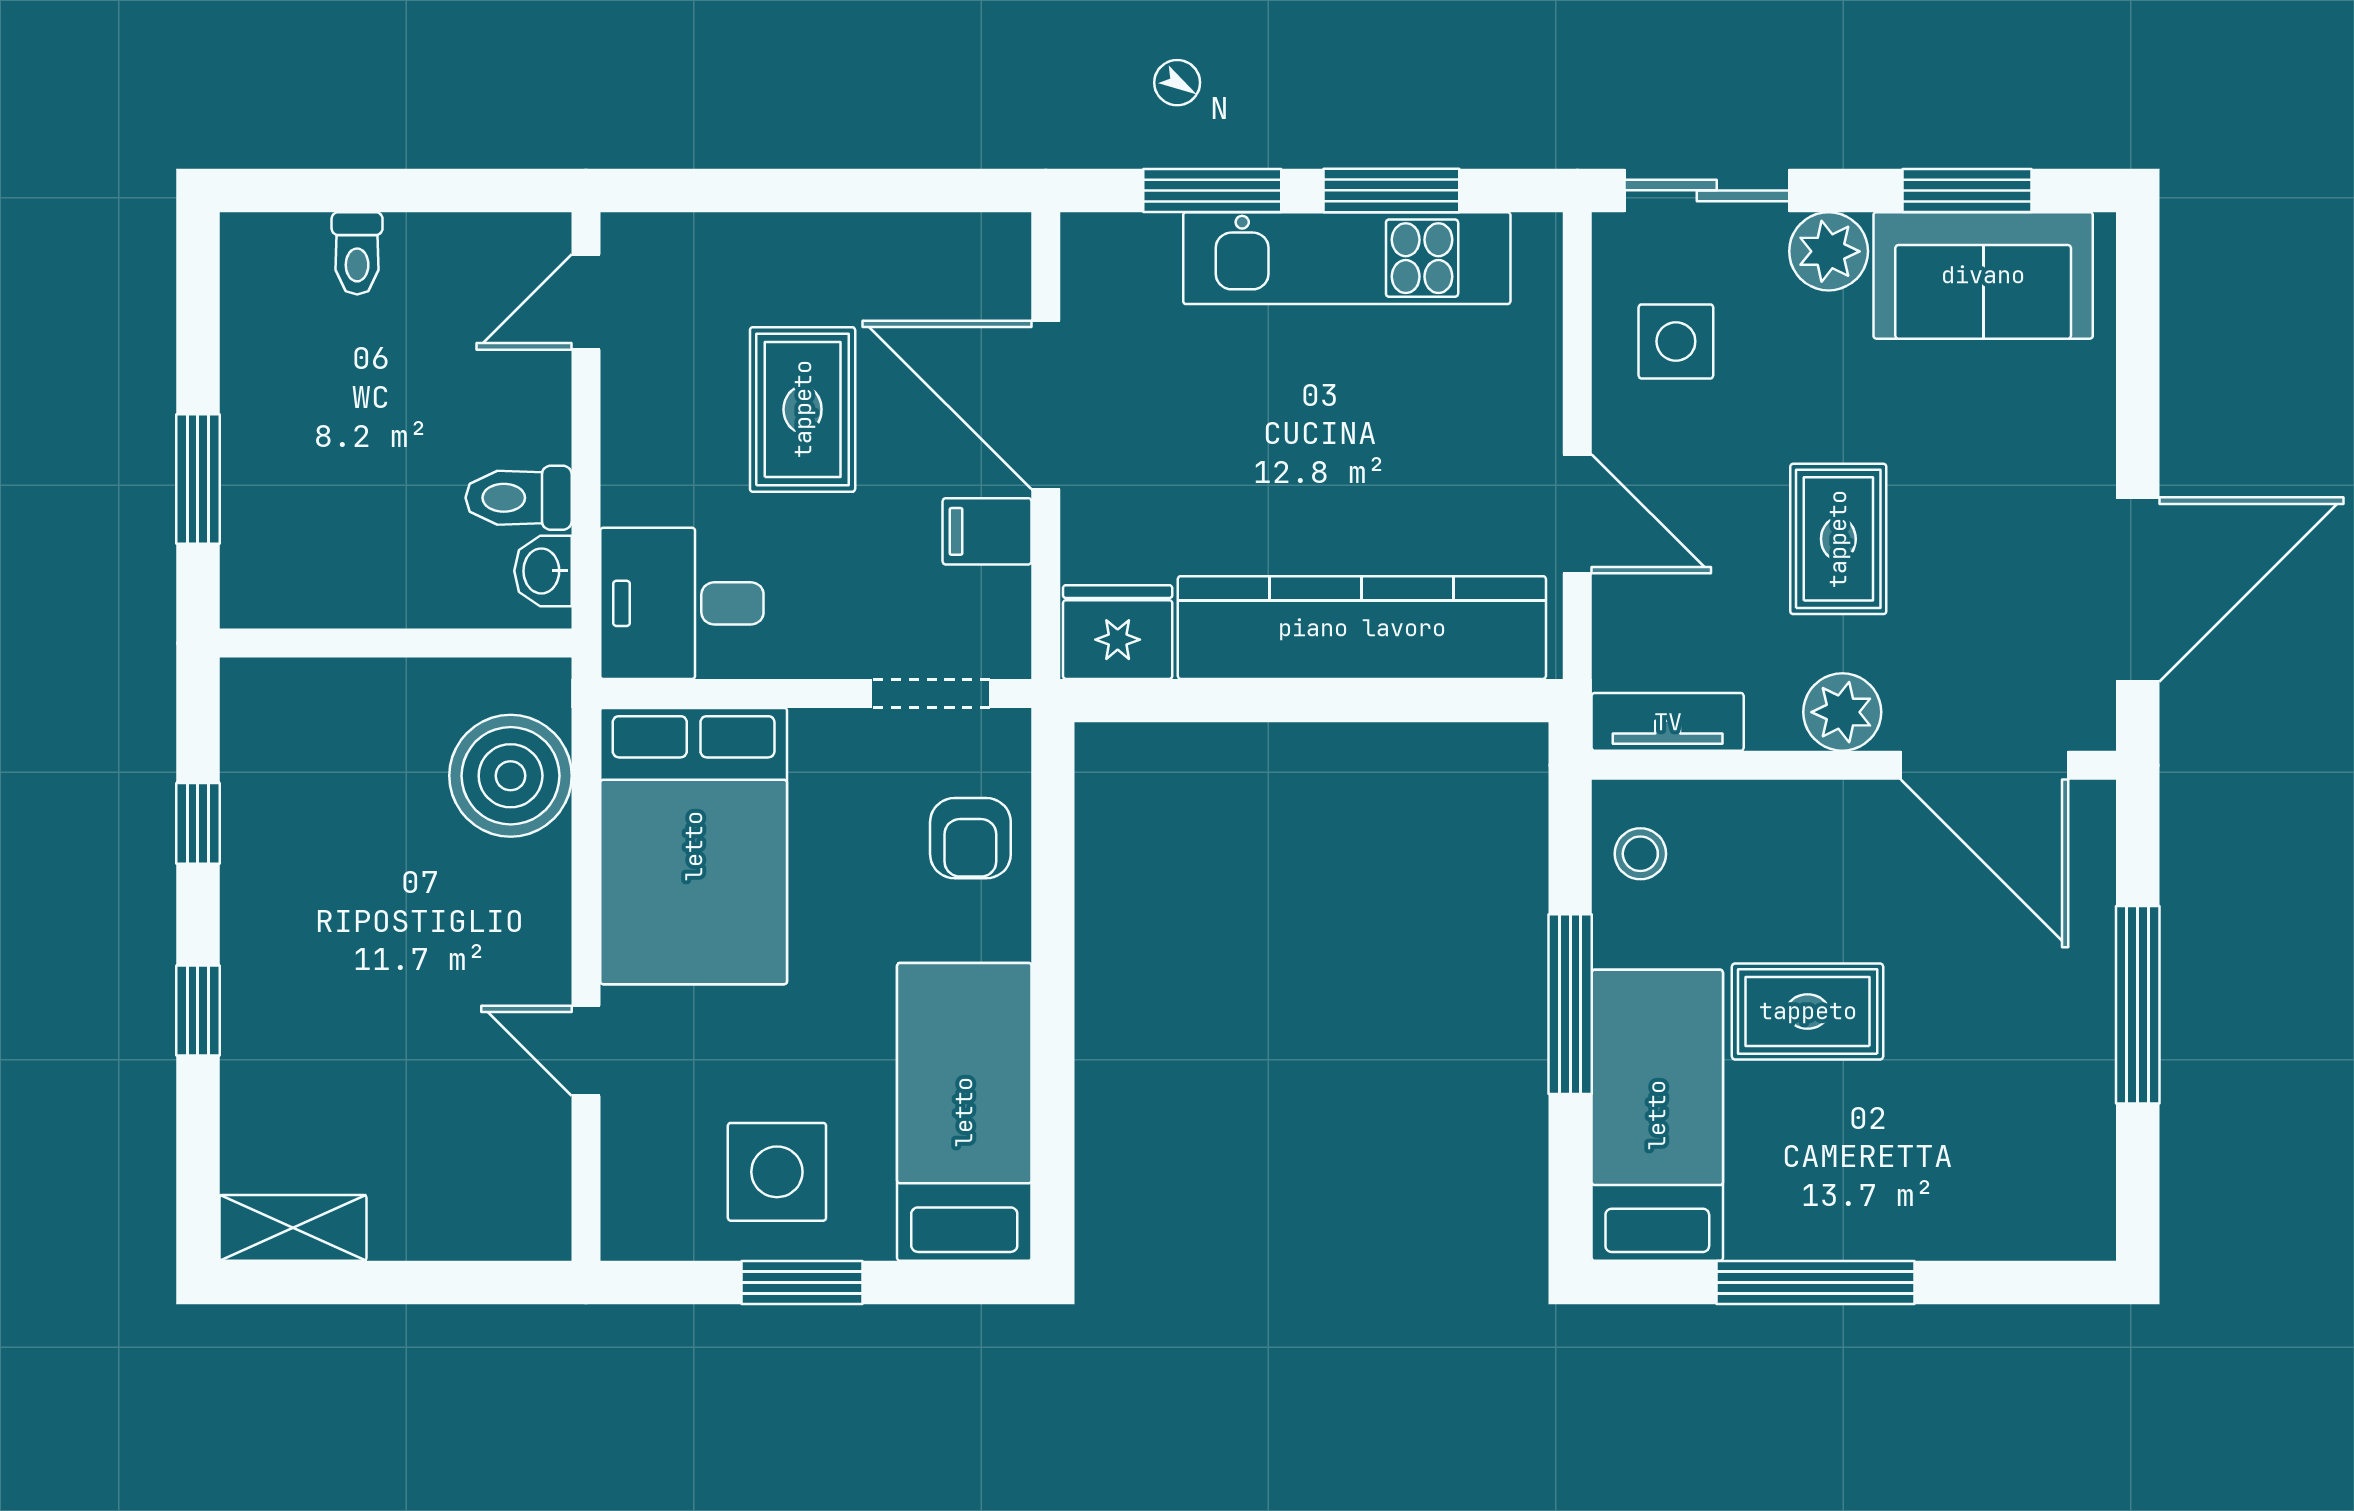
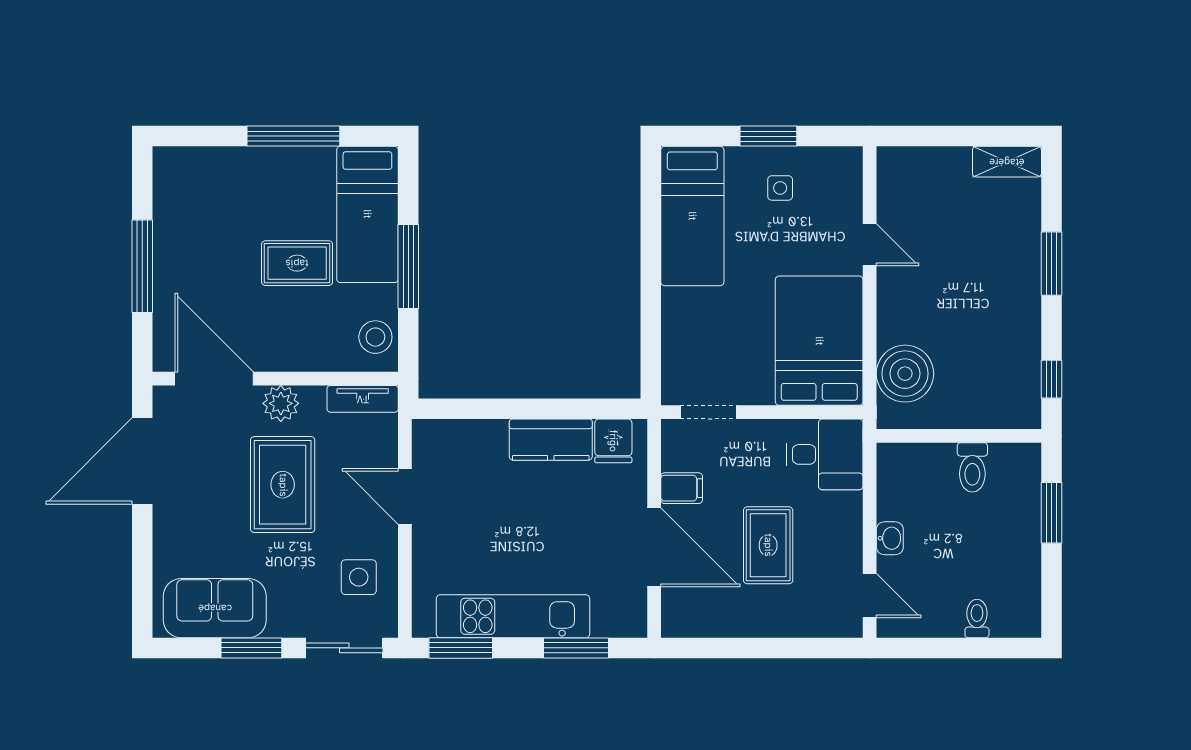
window: (1391, 190) -> (461, 648), moved
window: (1967, 190) -> (251, 648), moved
plant: (1829, 251) -> (287, 619), removed
door: (586, 302) -> (870, 596), hinge flipped
toilet: (519, 498) -> (972, 467), moved, turned 90
rug: (1838, 539) -> (283, 485), width x1.36, depth x1.43
washbasin: (543, 571) -> (890, 538), moved
kitchen counter: (1362, 628) -> (551, 440), width x0.48, depth x0.86
fridge: (1118, 632) -> (613, 441), width x0.72
window: (198, 823) -> (1051, 379), moved
armchair: (970, 838) -> (689, 344), removed
stool: (1640, 854) -> (375, 337), width x1.37, depth x1.37
window: (198, 1011) -> (1051, 264), width x1.50
side table: (777, 1172) -> (780, 188), width x0.54, depth x0.54

